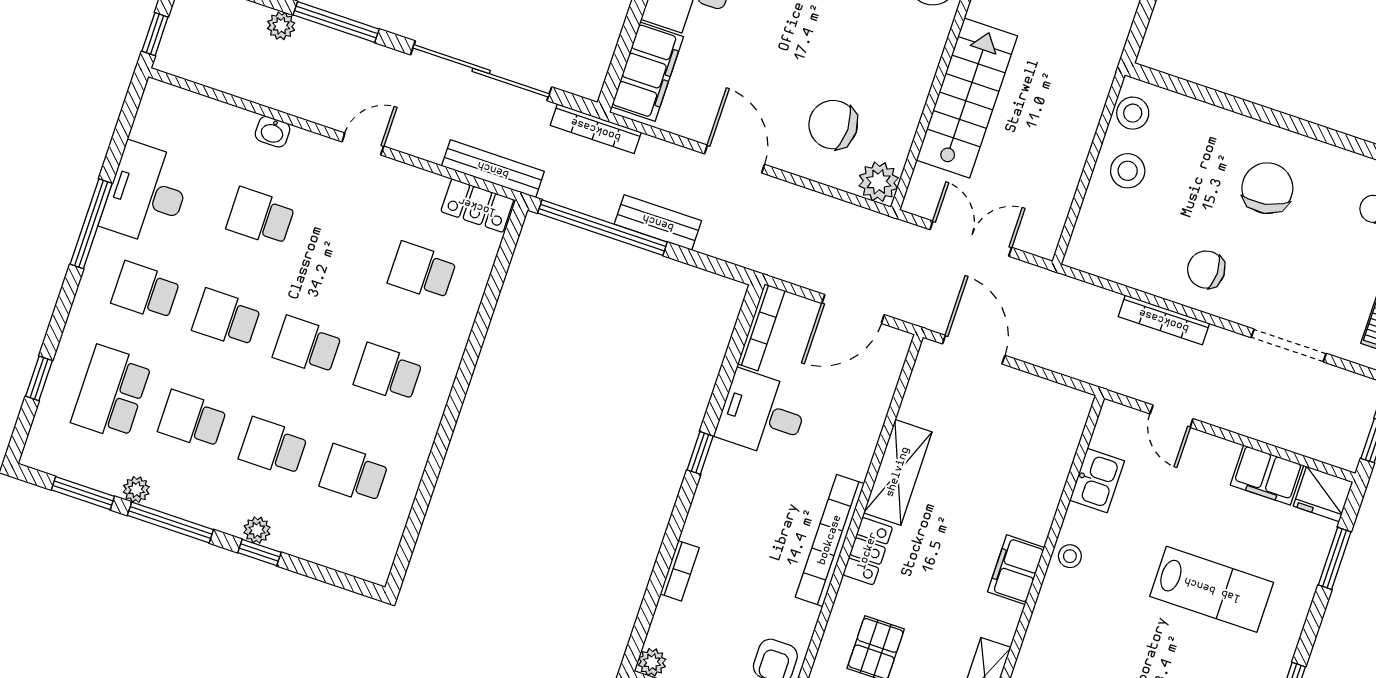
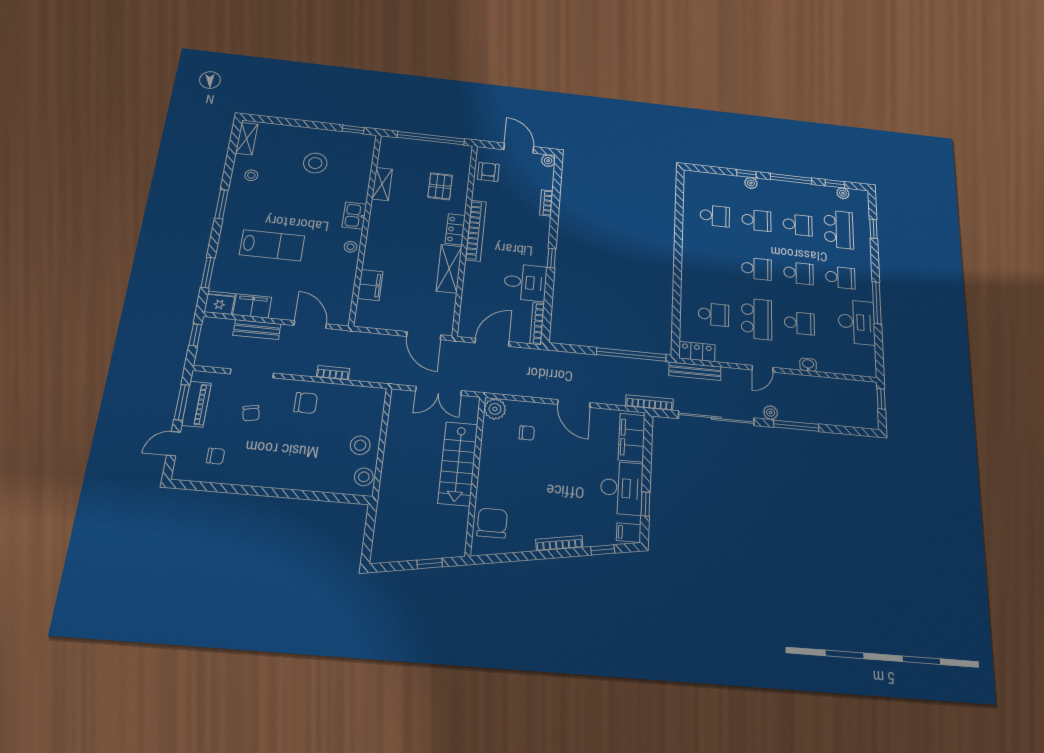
plant: (281, 26) -> (771, 413), moved
chair: (833, 125) -> (527, 433), width x0.54, depth x0.54
chair: (1267, 188) -> (251, 413), moved, width x0.54, depth x0.54
bench: (658, 222) -> (257, 330), moved
bookcase: (1164, 320) -> (333, 373), width x0.64
school desk: (388, 373) -> (757, 319), moved, width x1.85
door: (1172, 416) -> (310, 325), width x1.38
kitchen sink: (1097, 480) -> (354, 216), moved
plant: (136, 490) -> (843, 193), moved
window: (83, 493) -> (835, 184), width x0.67
filing cabinet: (1016, 570) -> (370, 285), moved
lab bench: (1212, 589) -> (272, 245), turned 180

